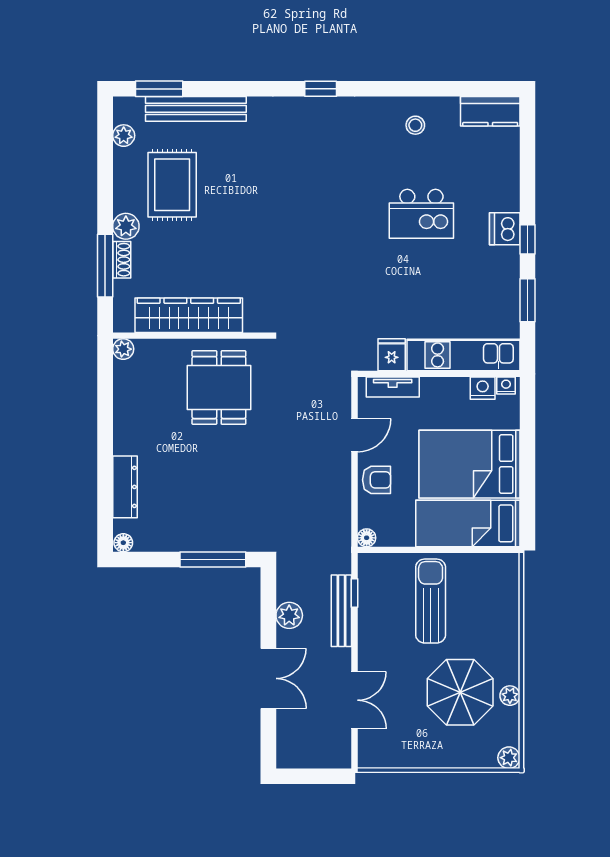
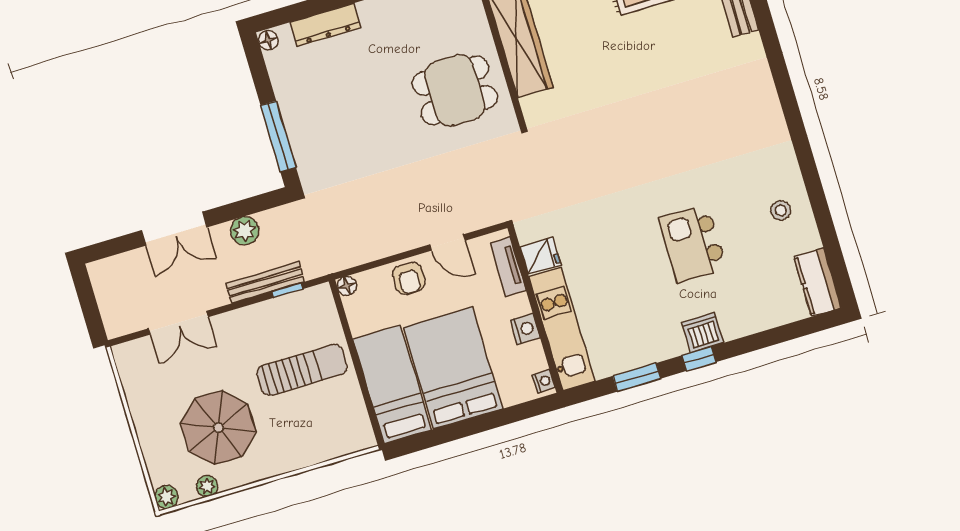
window: (321, 89) -> (789, 103), removed
nightstand: (483, 388) -> (525, 329), moved
plant: (510, 696) -> (207, 486), moved

